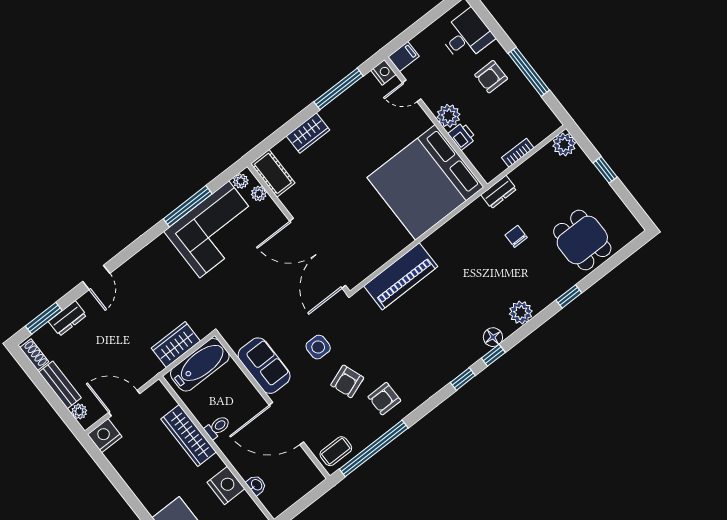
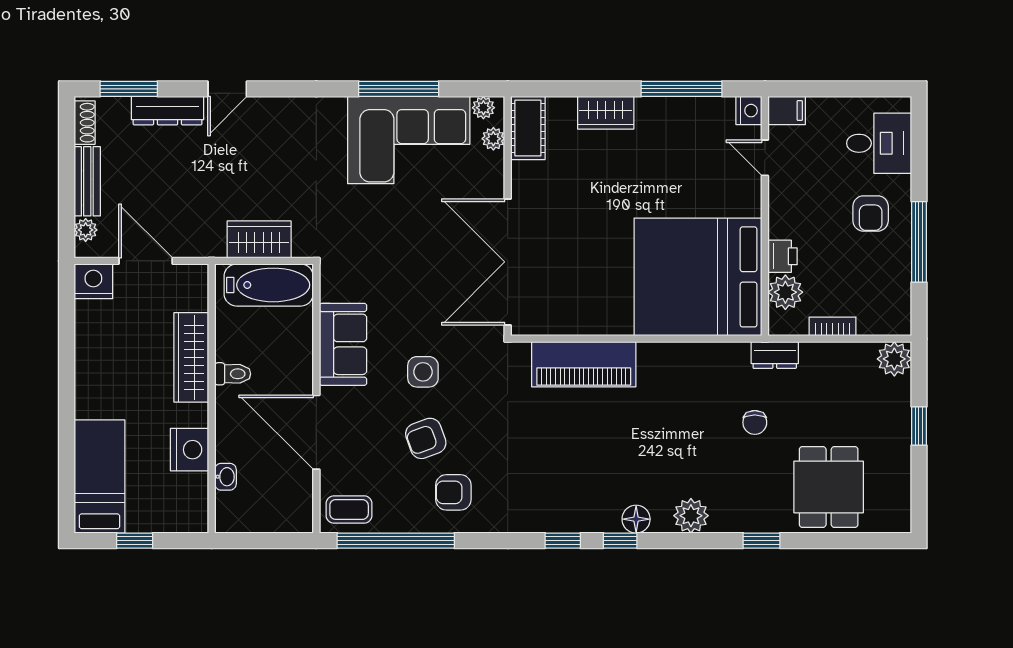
armchair: (491, 77) -> (871, 213), turned -90
plant: (449, 116) -> (785, 292), moved
chair: (516, 236) -> (755, 422), turned 180
dresser: (68, 318) -> (167, 111), width x1.44

